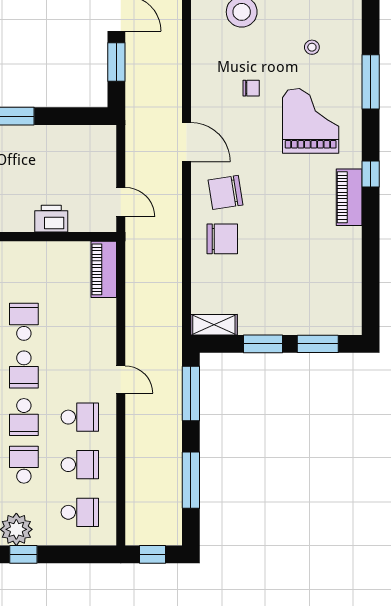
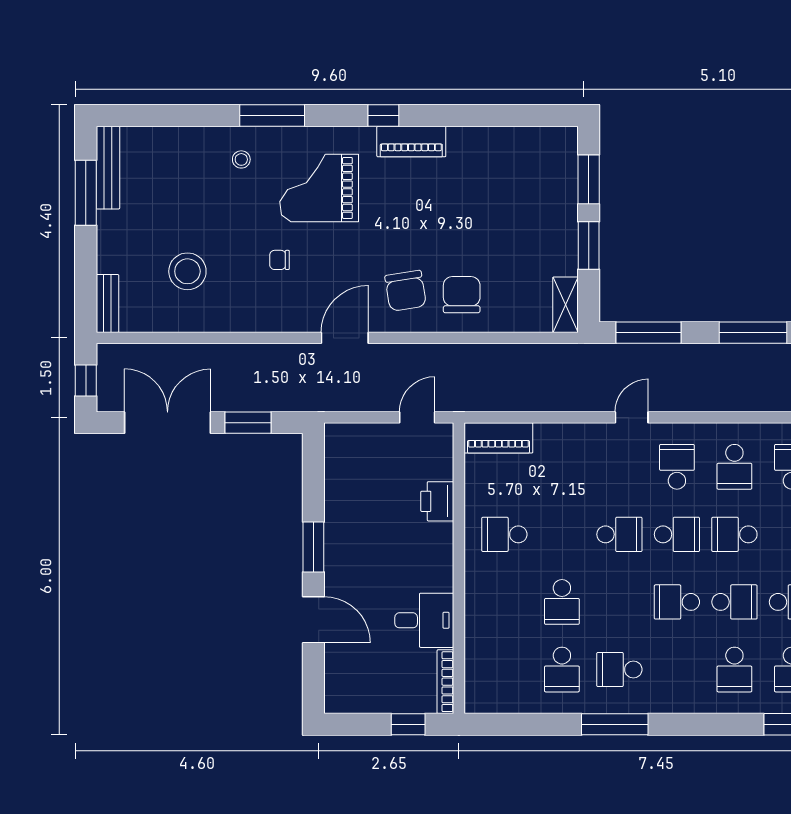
stool: (312, 47) -> (241, 159), moved
chair: (251, 88) -> (280, 260), turned -90
school desk: (24, 322) -> (504, 534), moved
school desk: (80, 465) -> (734, 467), turned 180

